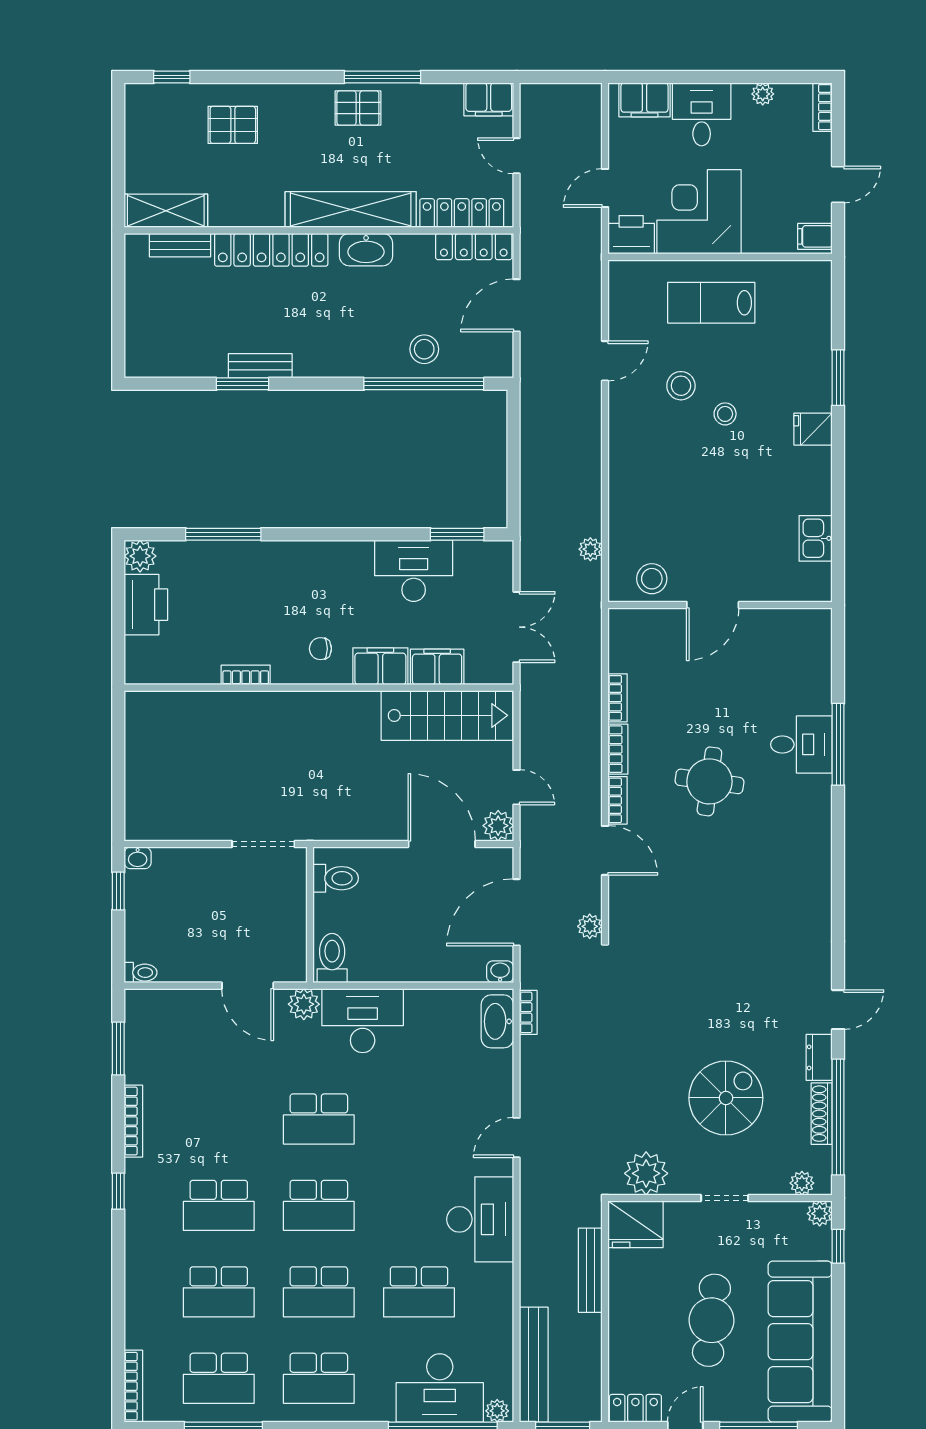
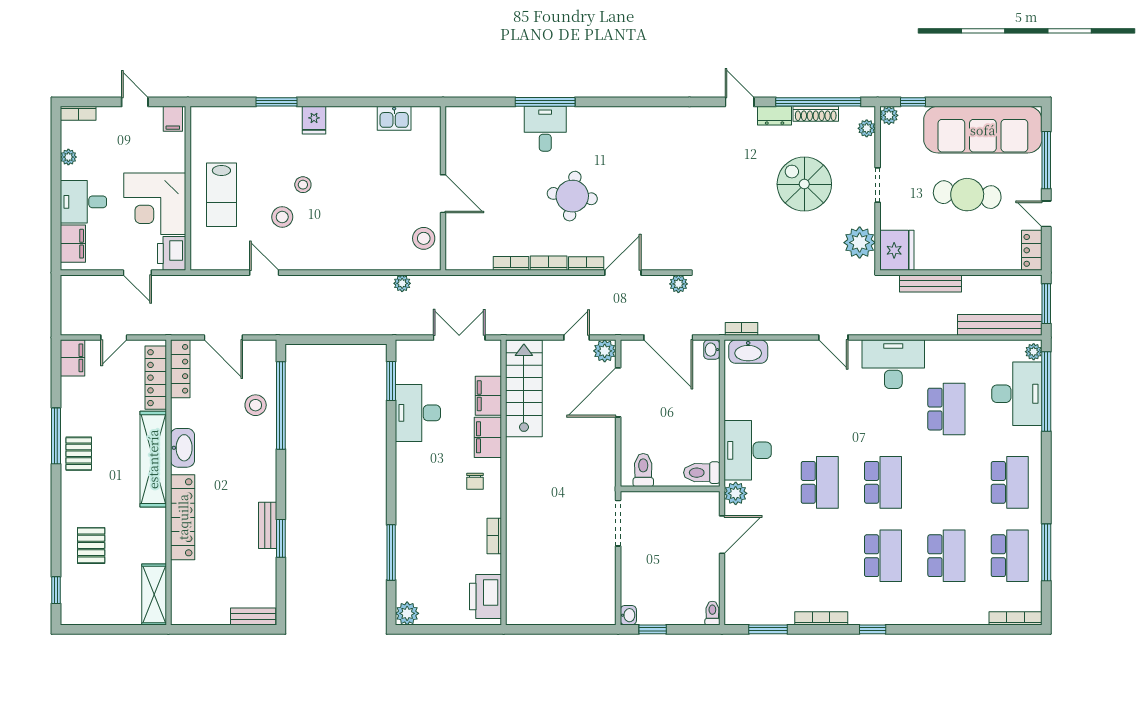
bench: (180, 245) -> (253, 616), moved, turned 90
printer: (146, 605) -> (485, 597), moved, turned -90
school desk: (319, 1292) -> (946, 482), removed

